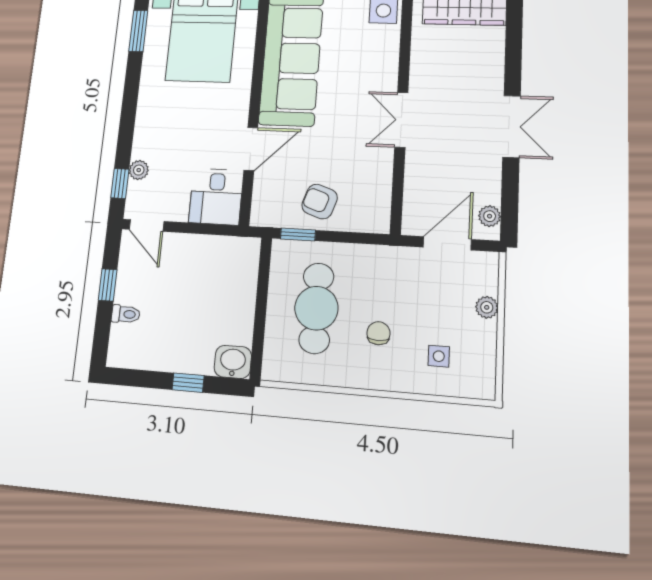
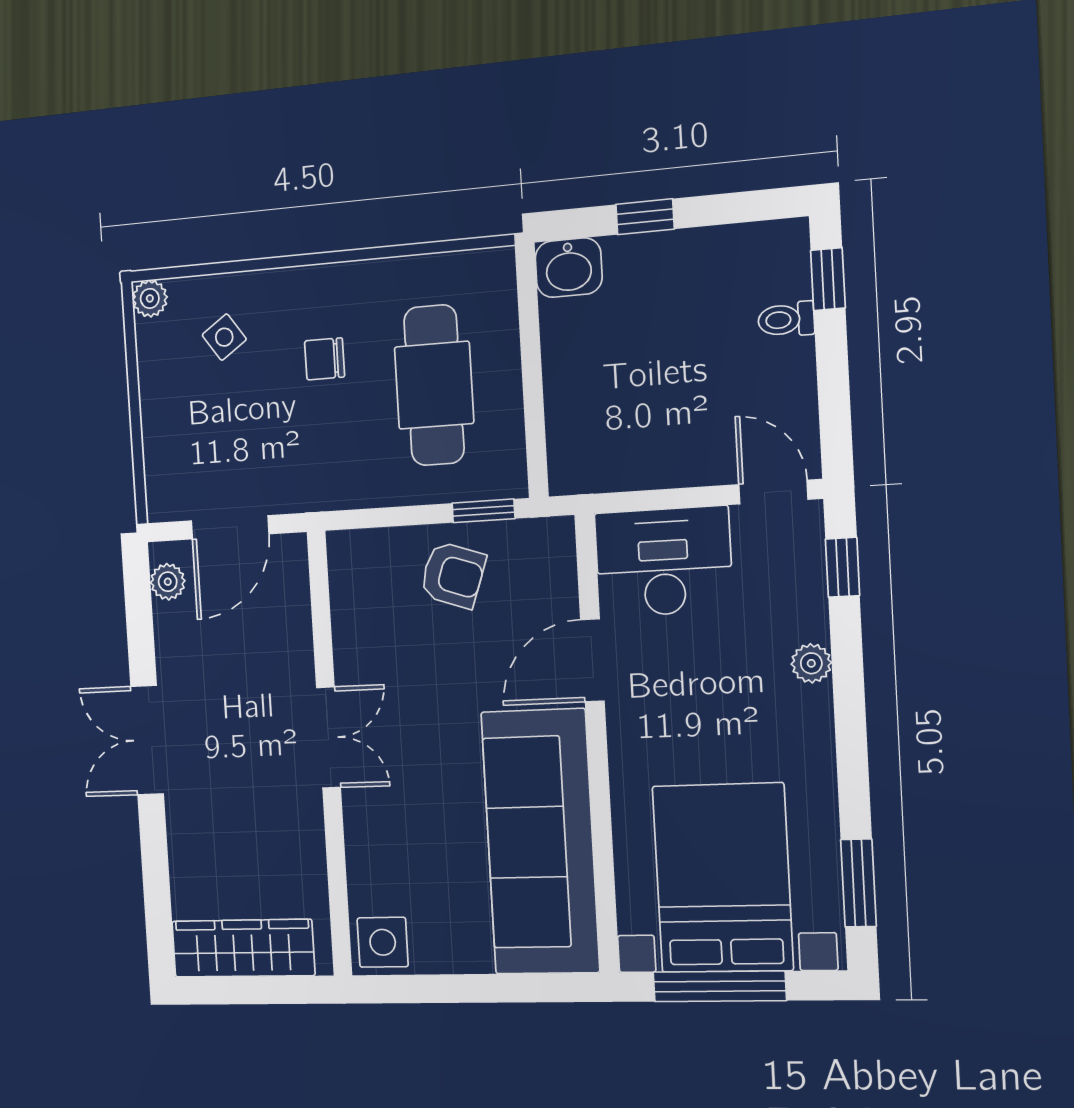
plant: (139, 170) -> (811, 663), moved
desk: (216, 197) -> (664, 562), width x1.37
window: (108, 285) -> (828, 279), moved
plant: (487, 307) -> (150, 298), moved
chair: (378, 333) -> (325, 359), turned 90
side table: (439, 356) -> (224, 337), turned -35

